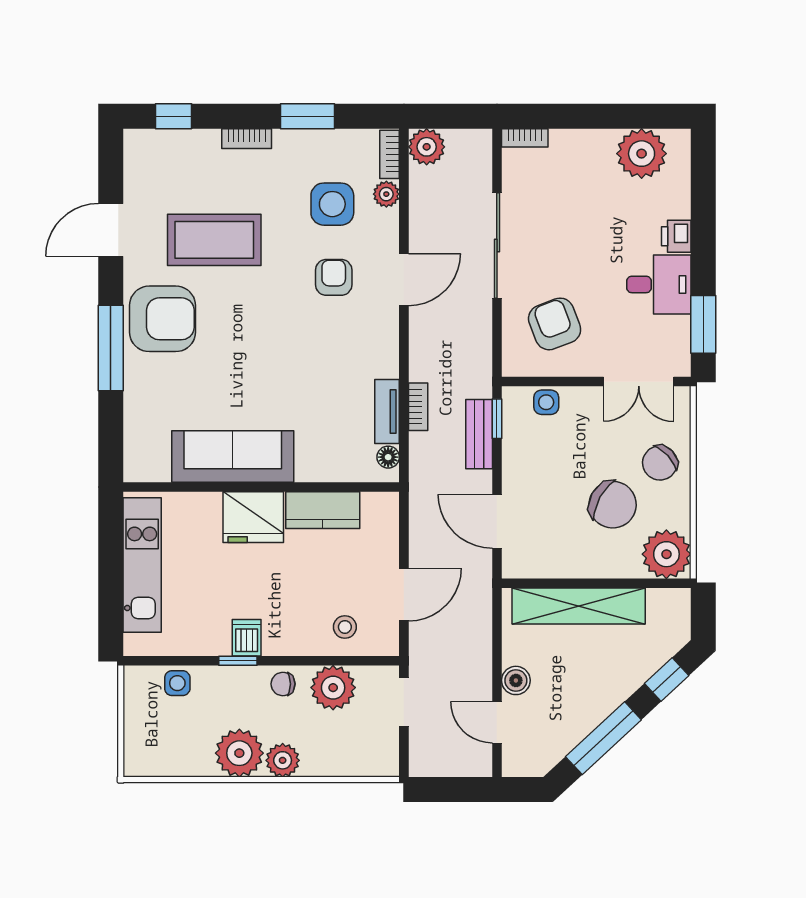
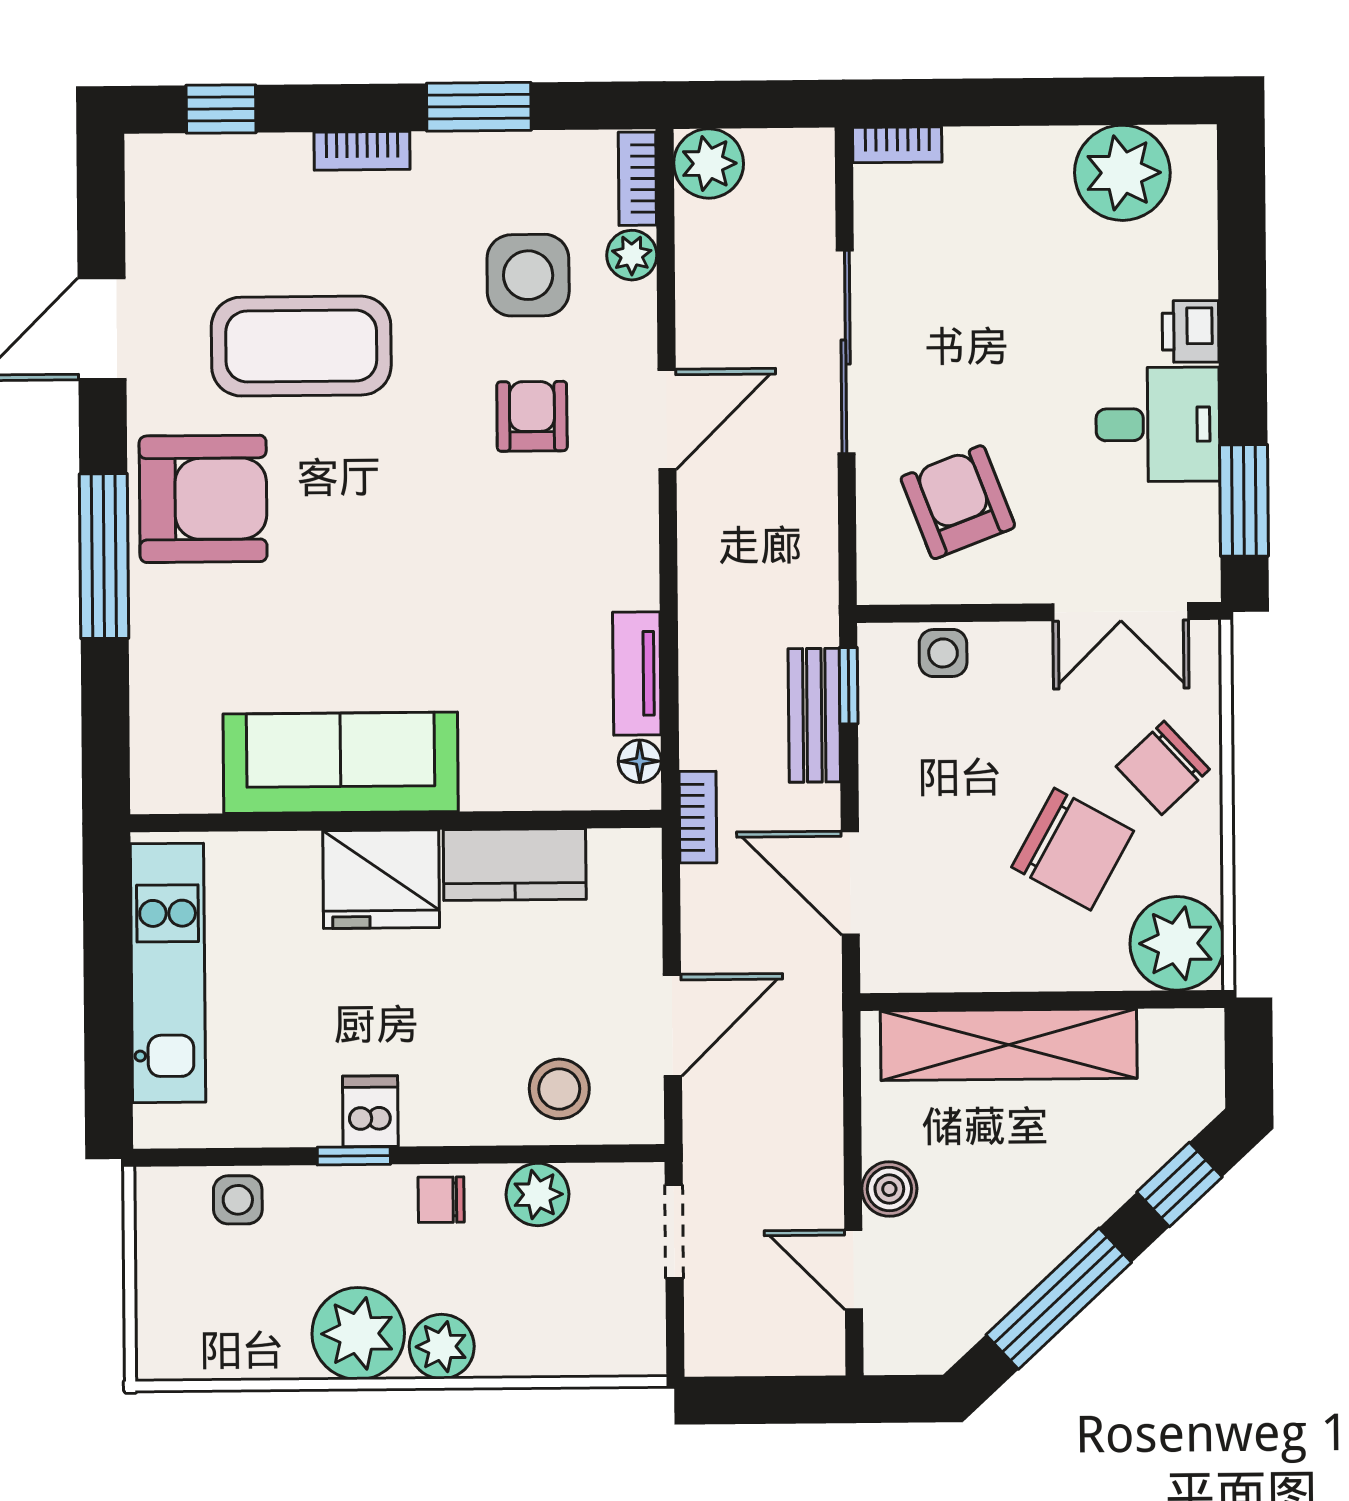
bookcase: (418, 407) -> (698, 817), moved
stool: (345, 627) -> (559, 1089), width x1.37, depth x1.37
plant: (333, 688) -> (538, 1194), width x0.73, depth x0.73

